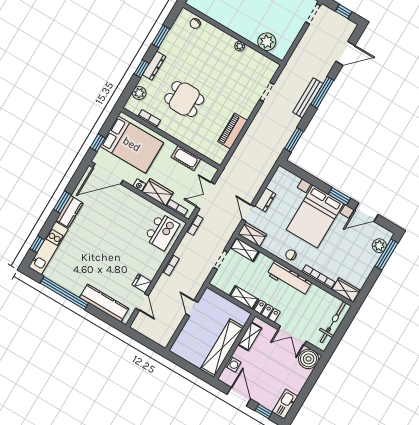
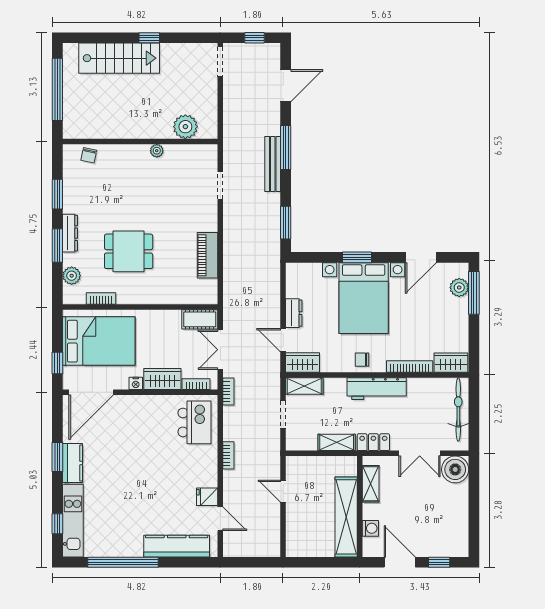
window: (142, 69) -> (57, 246), width x1.50
cot: (186, 158) -> (200, 319), moved
window: (339, 196) -> (357, 257), moved
kitchen sink: (285, 404) -> (459, 539), removed

